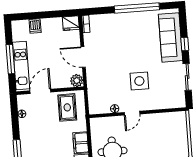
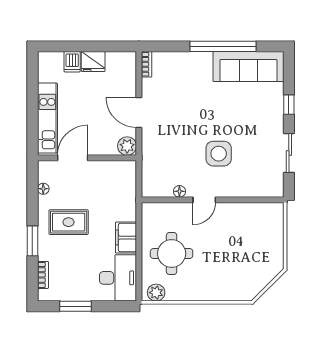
fridge: (71, 23) -> (93, 62), moved
sofa: (170, 37) -> (248, 67), moved, turned -90
window: (10, 59) -> (32, 107), removed
rug: (67, 107) -> (69, 222), moved, turned 90

